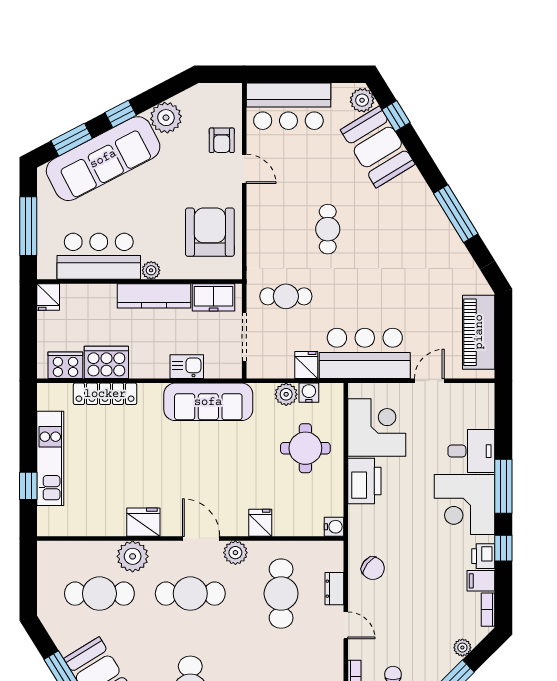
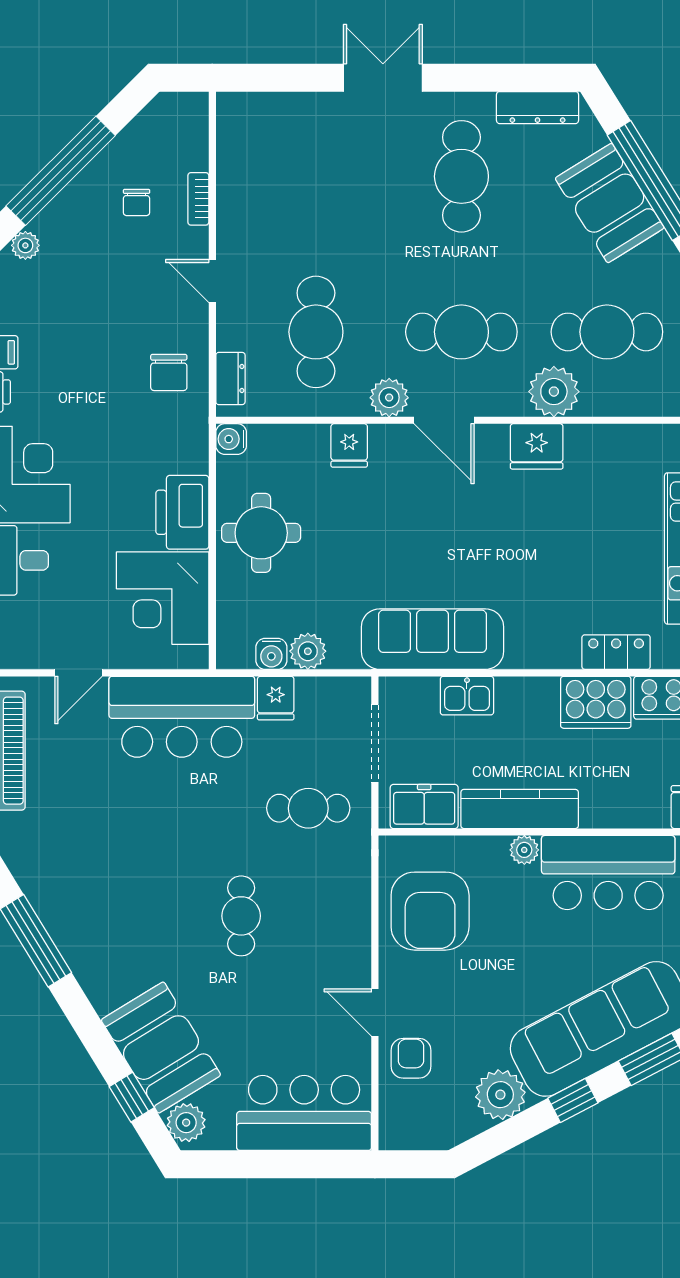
locker: (105, 394) -> (616, 652), width x0.66
round table: (305, 448) -> (261, 533), moved
chair: (373, 568) -> (169, 372), turned -128
dresser: (334, 589) -> (230, 378), moved

